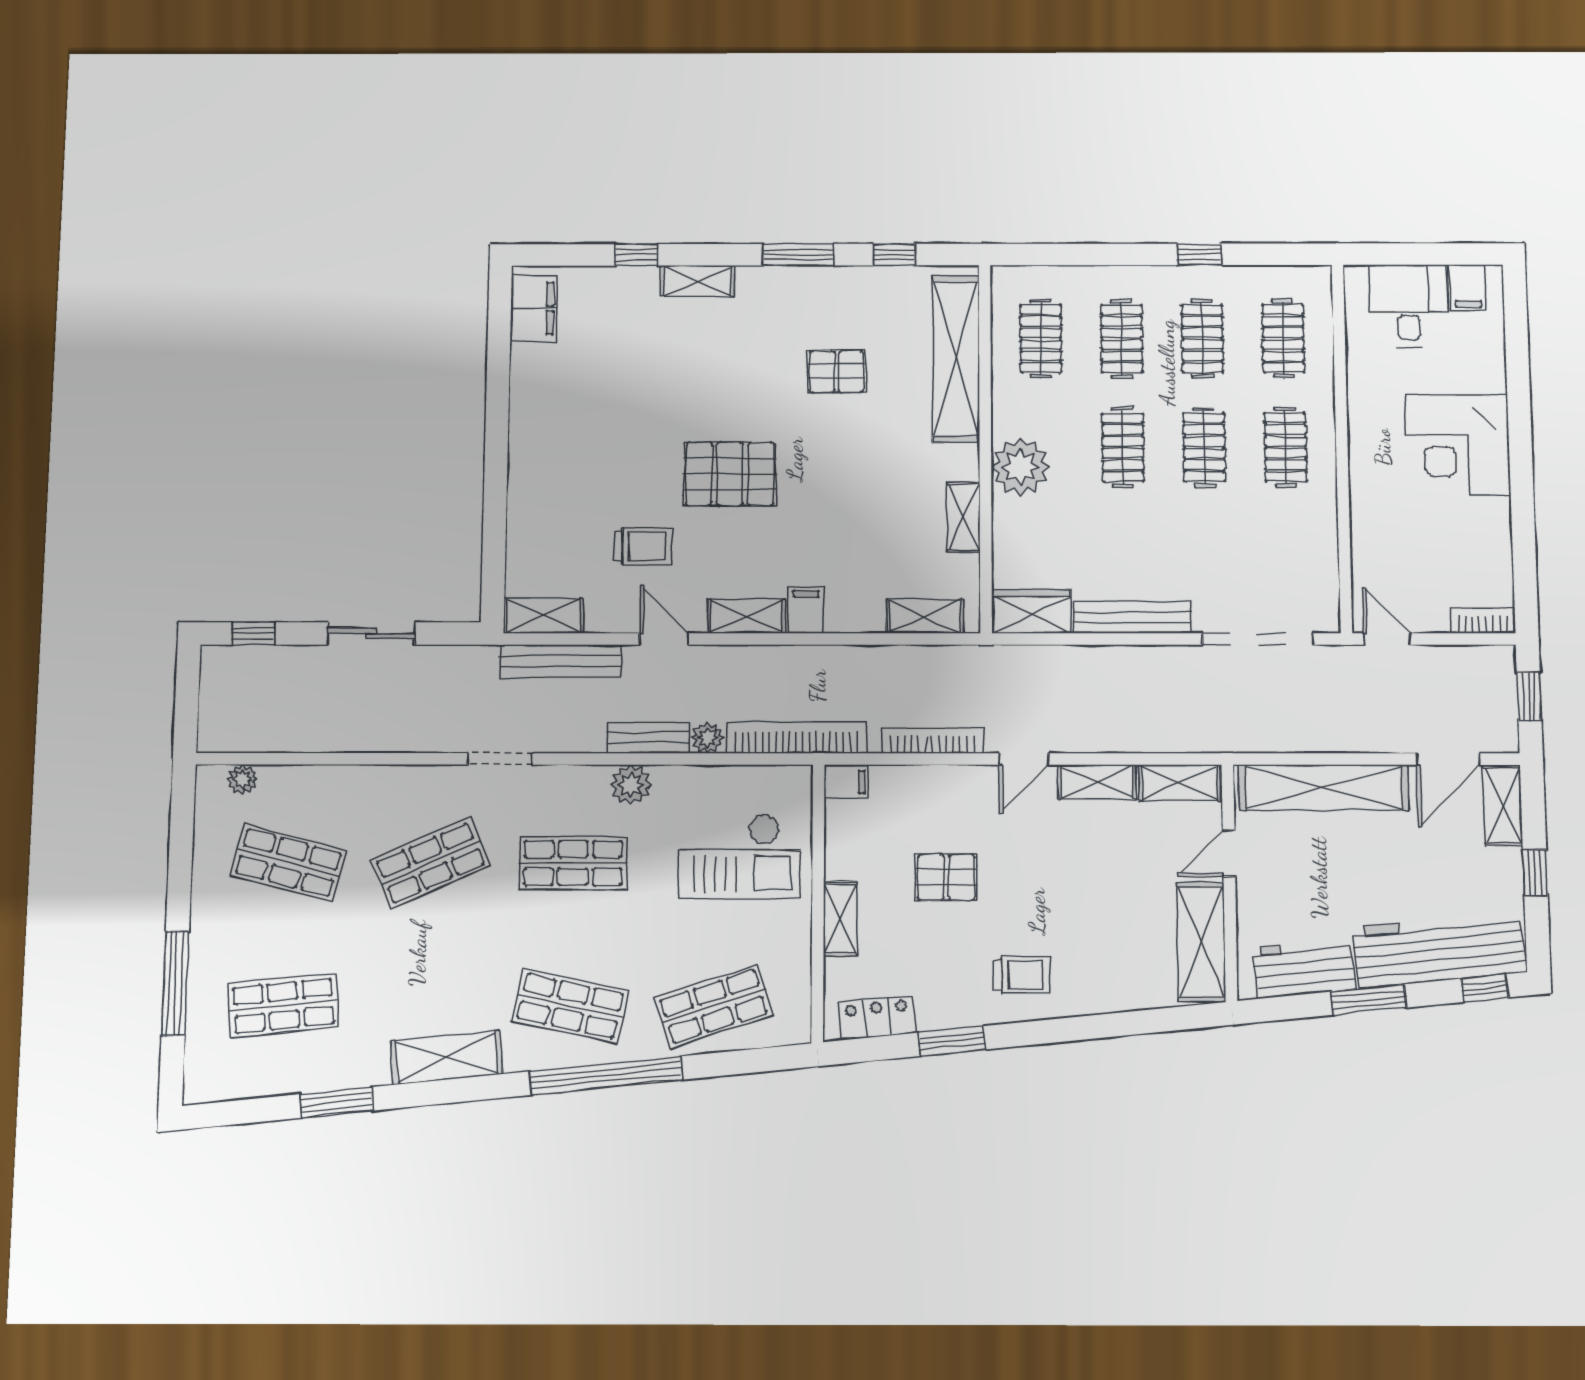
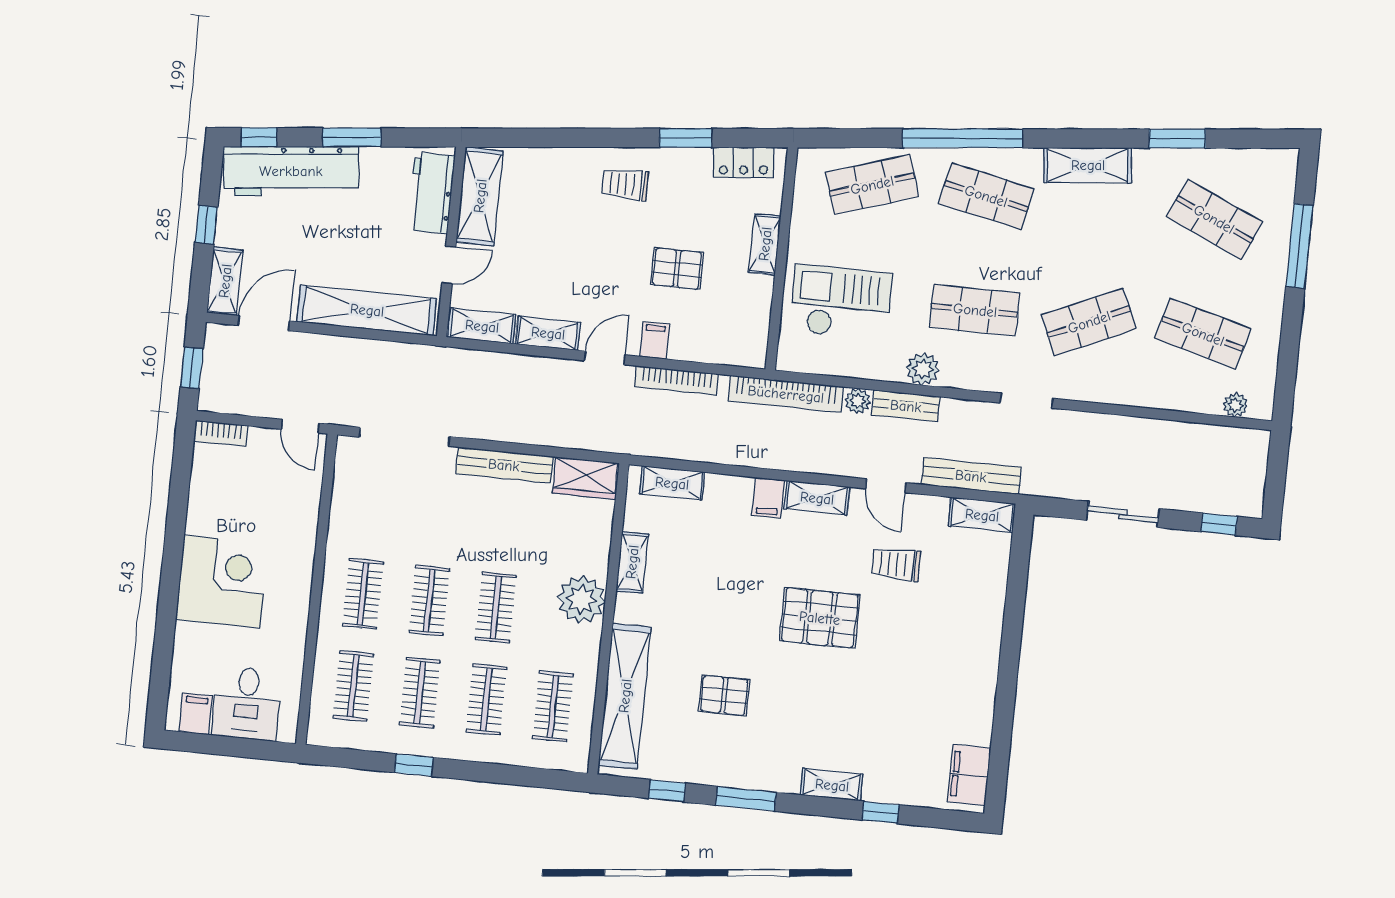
filing cabinet: (846, 782) -> (655, 340), moved, turned 90
workbench: (1304, 969) -> (431, 193), moved, turned 96
shop shelf: (283, 1006) -> (1214, 219), turned 30

